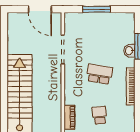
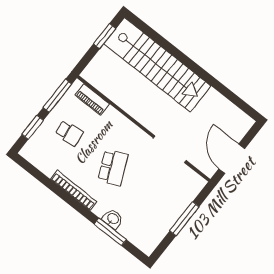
door: (40, 9) -> (232, 159), hinge flipped
school desk: (99, 74) -> (113, 167), turned -33

